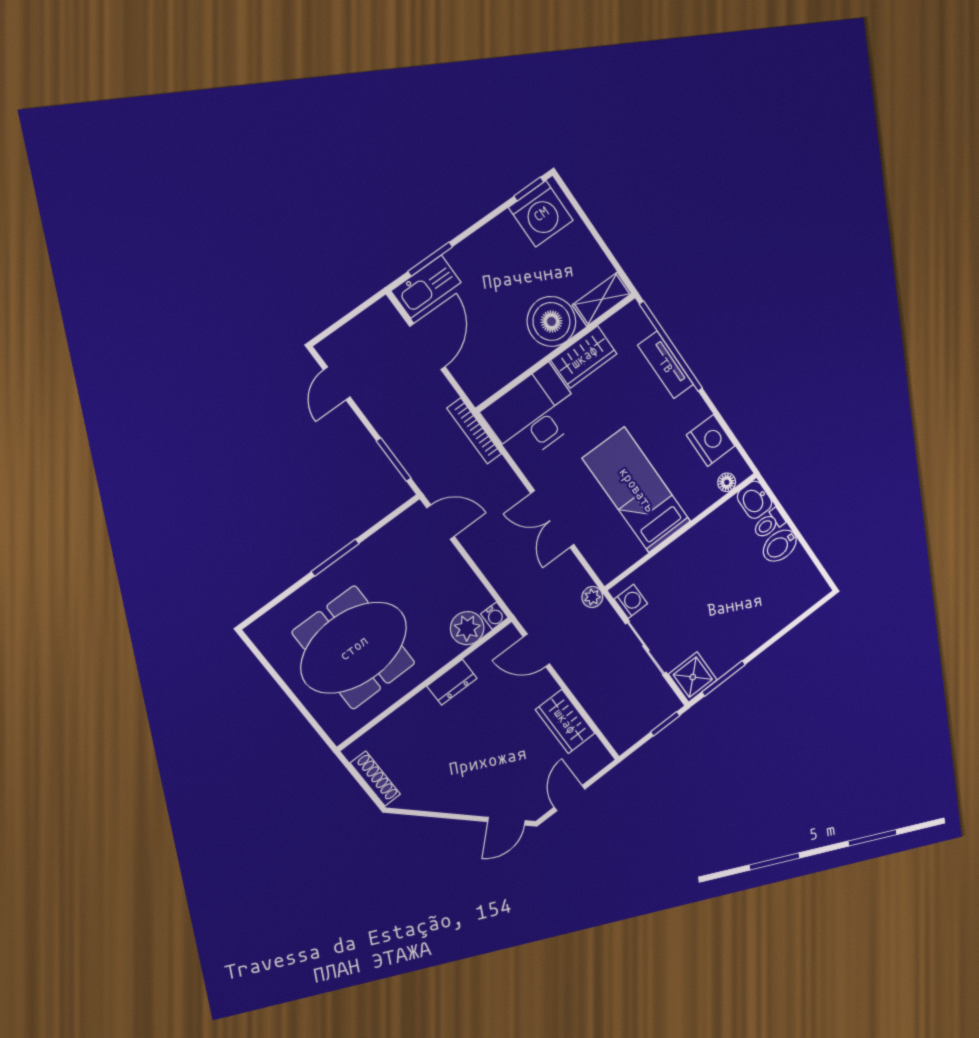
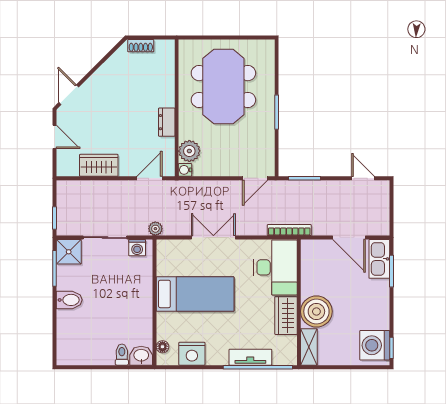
bidet: (780, 546) -> (69, 300), moved, turned 90
shoe rack: (375, 779) -> (141, 46), width x0.70

